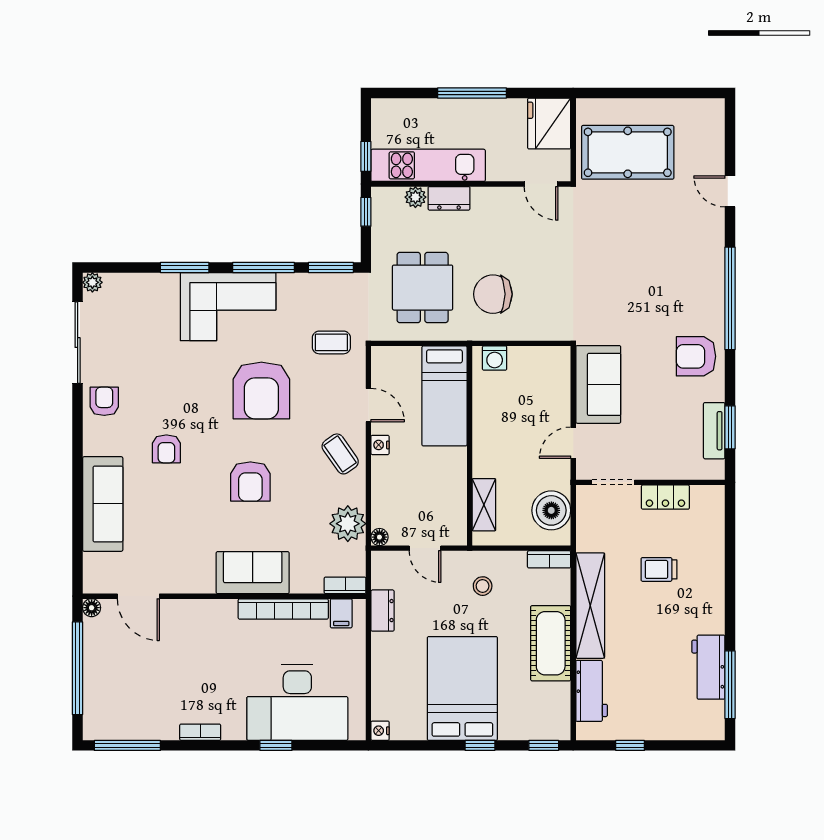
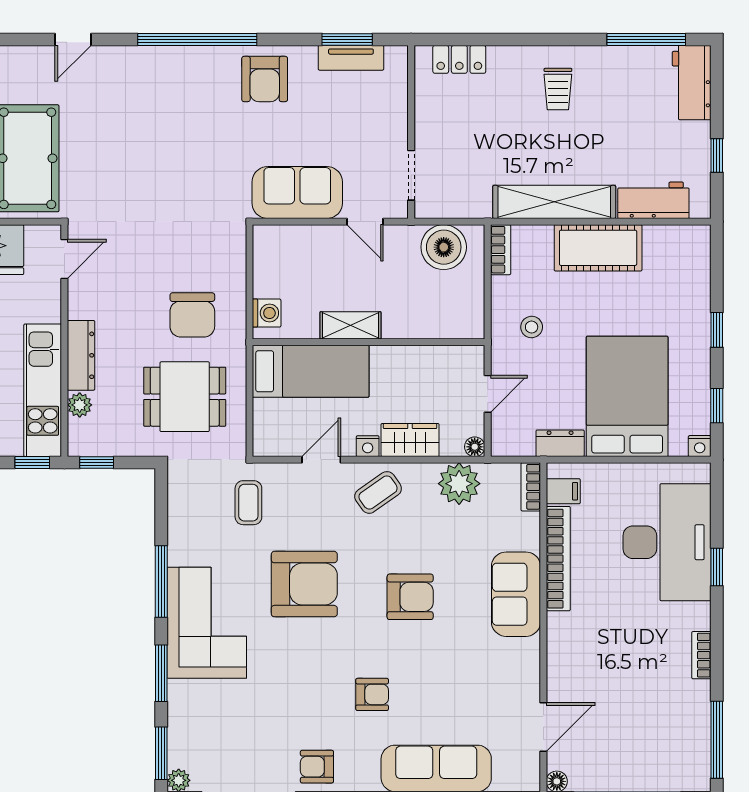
dresser: (449, 198) -> (81, 355), width x1.44
window: (331, 267) -> (161, 753), moved
wardrobe: (385, 481) -> (410, 440), added
locker: (665, 497) -> (459, 59), moved, turned 90
shelving: (484, 505) -> (350, 325), moved
trolley: (659, 569) -> (558, 89), moved
workbench: (708, 667) -> (692, 83), moved, turned 90
bed: (462, 688) -> (627, 396), moved, turned 90
window: (544, 745) -> (717, 406), moved

